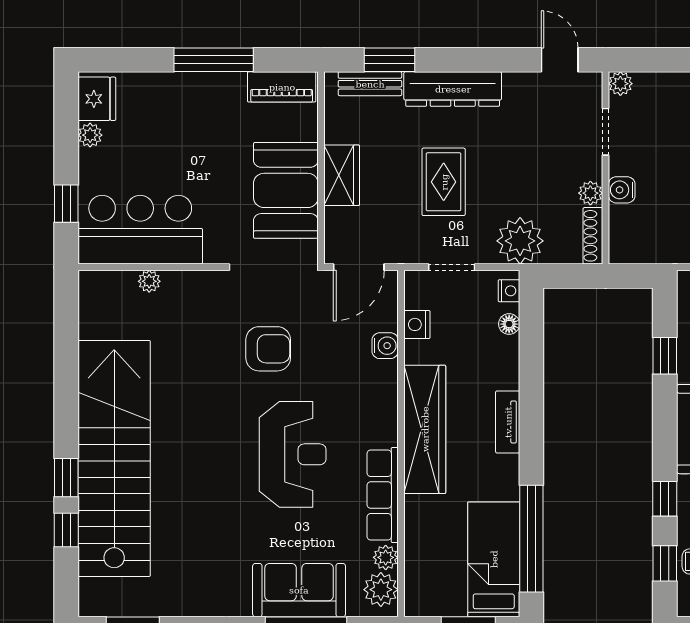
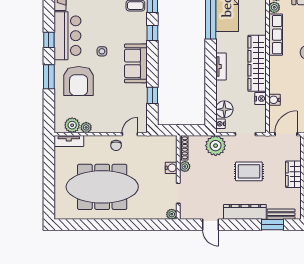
door: (560, 60) -> (211, 225), moved
rug: (444, 182) -> (249, 171), turned 90
nightstand: (417, 324) -> (261, 99), moved
floor lamp: (509, 324) -> (224, 109), width x1.89, depth x1.89

